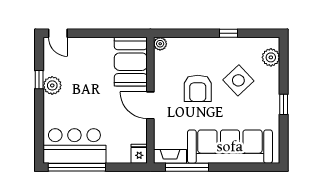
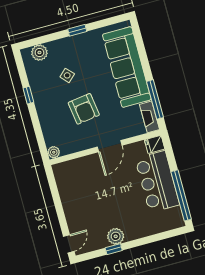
booth: (131, 62) -> (76, 174), removed
side table: (238, 80) -> (67, 75), width x0.54, depth x0.54
armchair: (198, 88) -> (84, 109), turned 82
bar counter: (74, 146) -> (157, 182), moved

